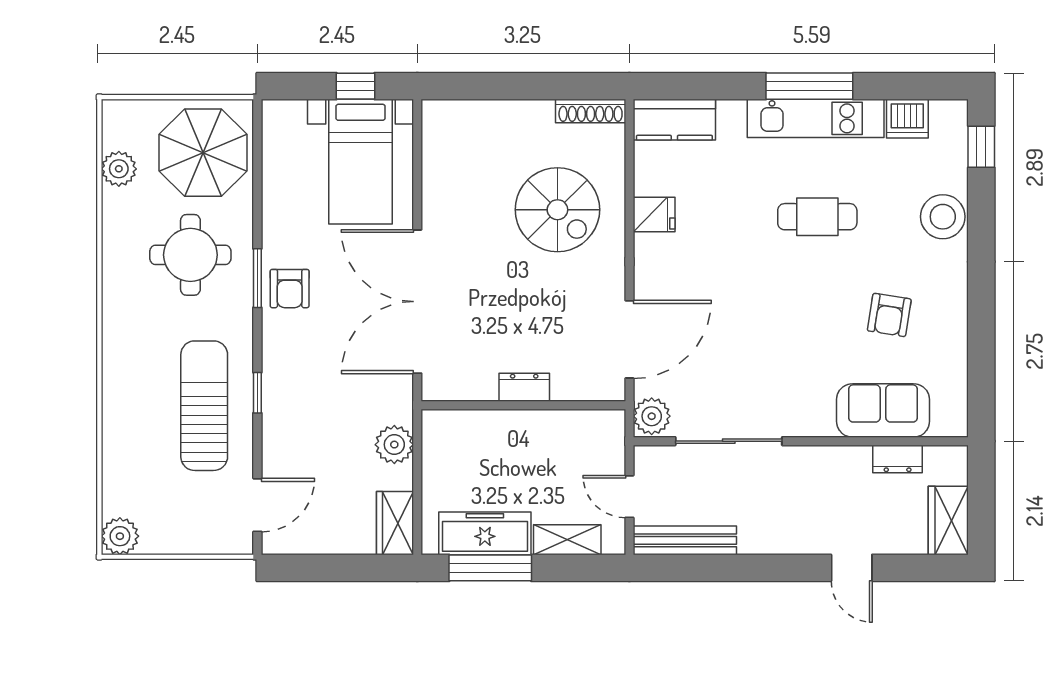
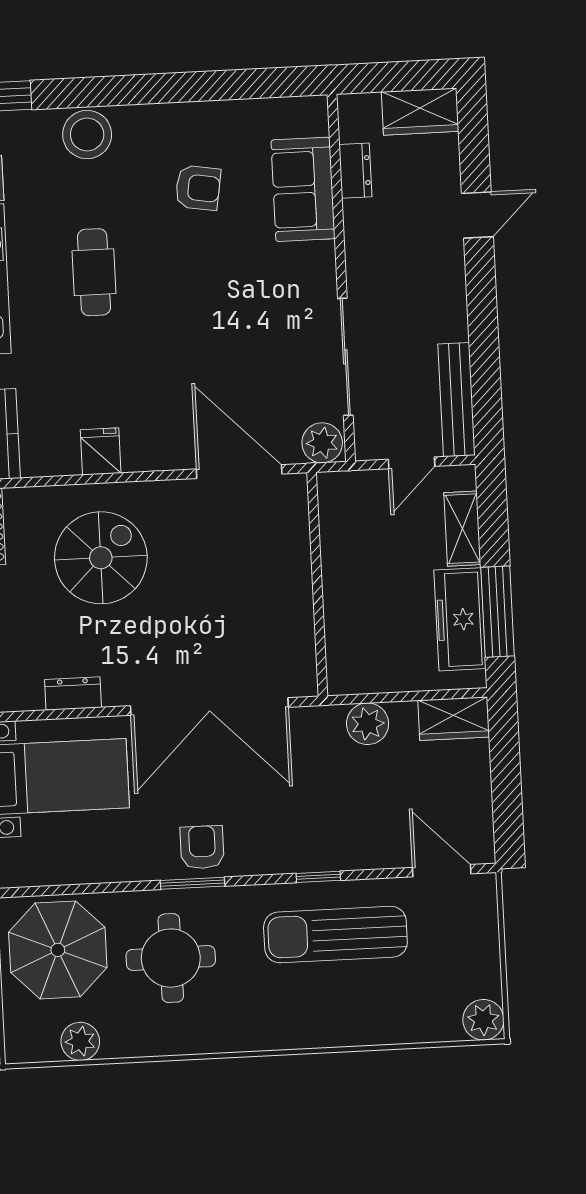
armchair: (290, 289) -> (202, 847), turned -90
dresser: (524, 387) -> (73, 693), moved, turned 90

